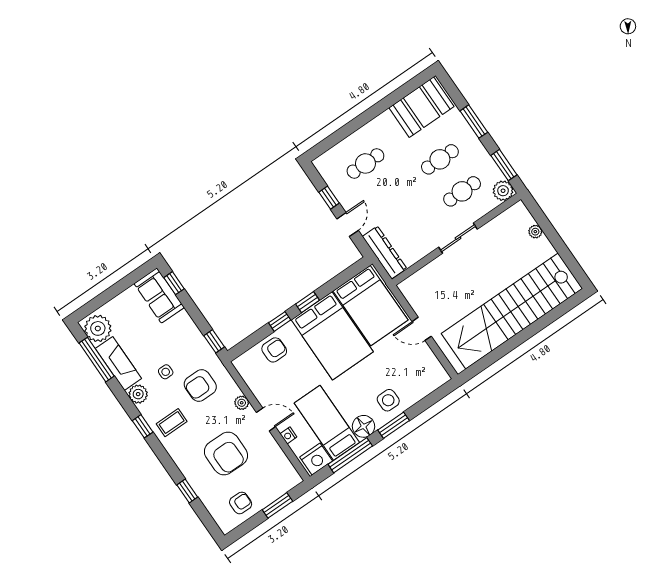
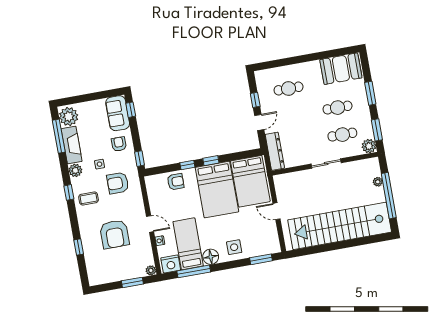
window: (558, 243) -> (389, 196), added
plant: (242, 403) -> (151, 270), moved
window: (394, 425) -> (261, 259), moved
armchair: (241, 503) -> (119, 144), moved, turned -90

